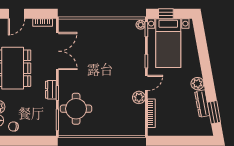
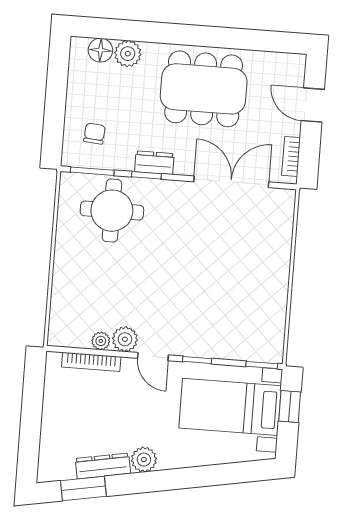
plant: (141, 25) -> (101, 341), moved
double door: (57, 51) -> (231, 182), swing flipped
chair: (13, 127) -> (95, 134), moved

